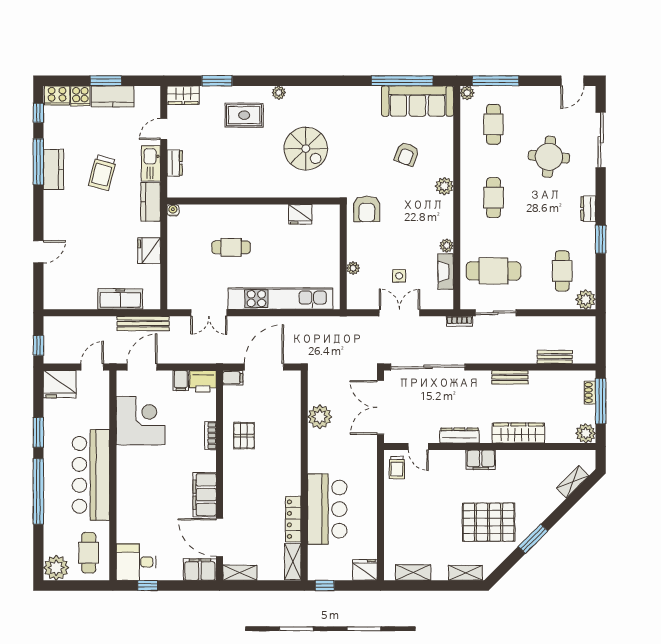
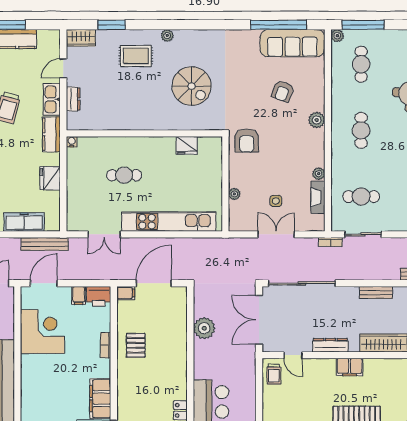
cafe table: (493, 271) -> (361, 197), width x0.73, depth x0.74

